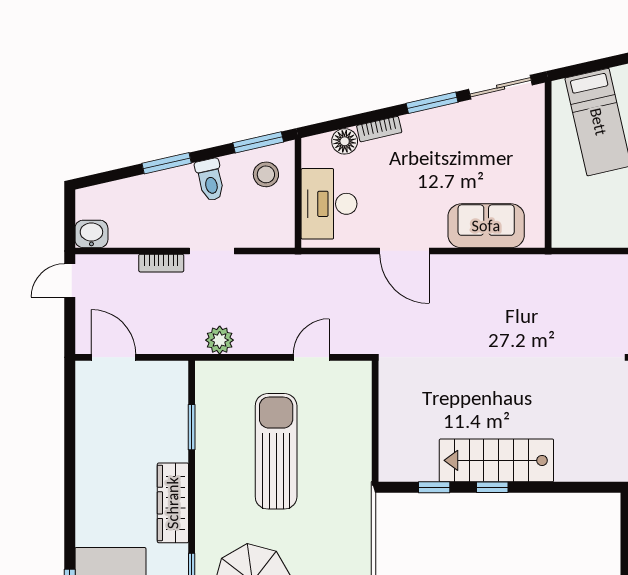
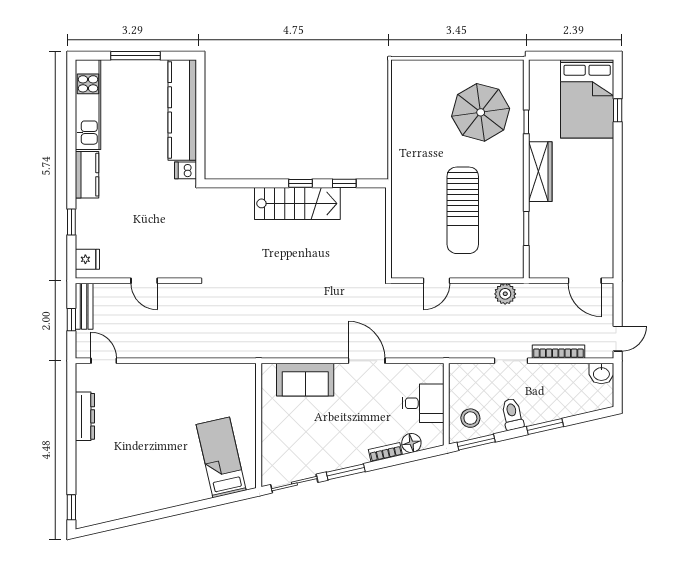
desk: (329, 204) -> (423, 403), width x0.73
bookcase: (161, 263) -> (558, 352), width x1.56

